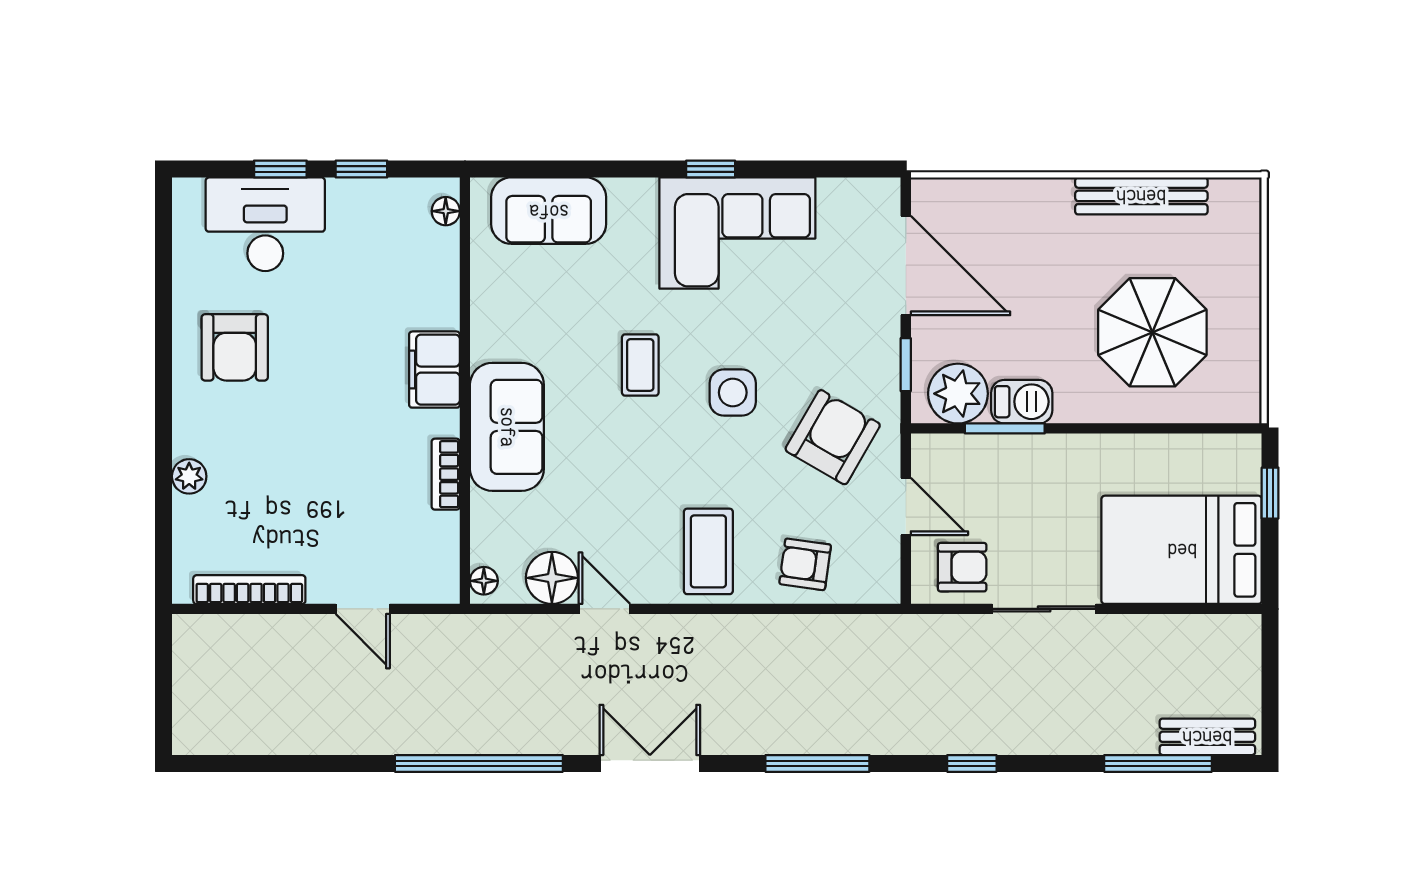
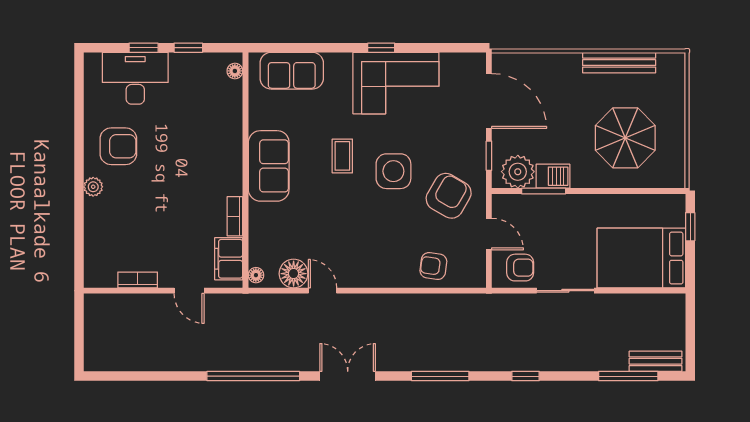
armchair: (235, 347) -> (118, 146), turned -90
filing cabinet: (434, 370) -> (229, 259), moved
side table: (733, 393) -> (393, 171), width x1.37, depth x1.37
sofa: (507, 427) -> (269, 166), moved
plant: (189, 476) -> (93, 187), moved
coffee table: (708, 551) -> (380, 259), removed
bookcase: (249, 590) -> (138, 280), width x0.64

